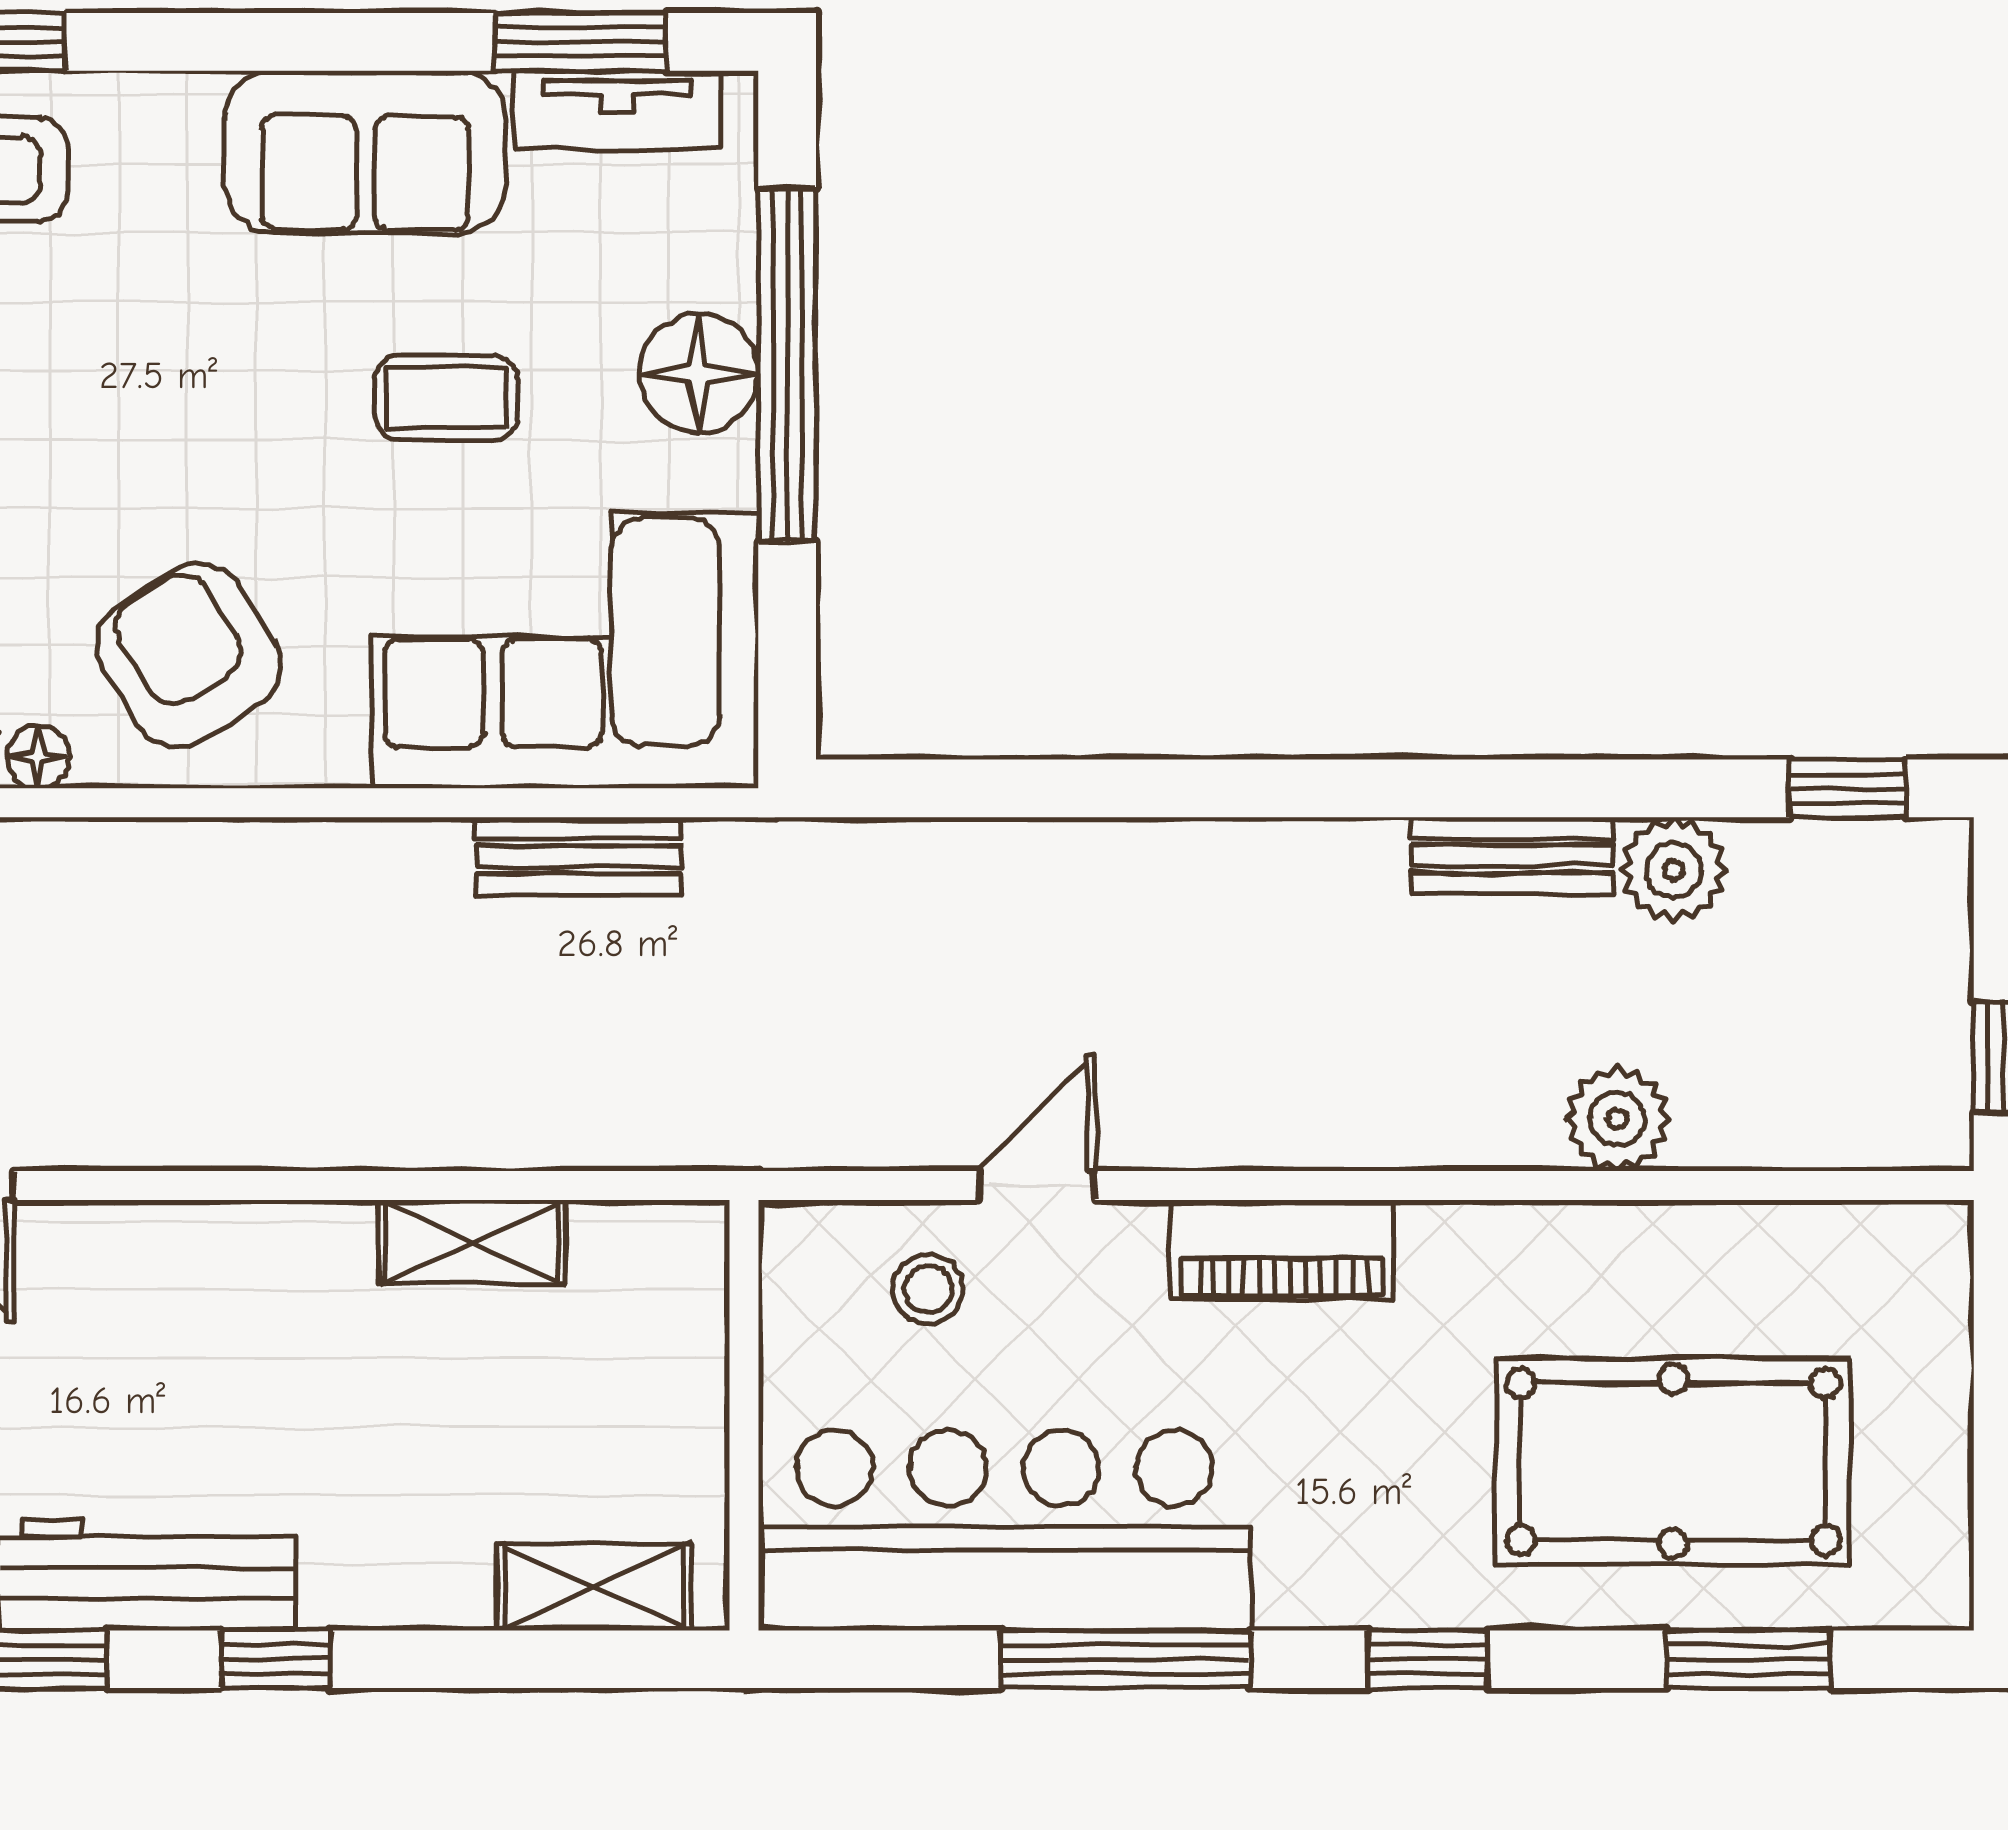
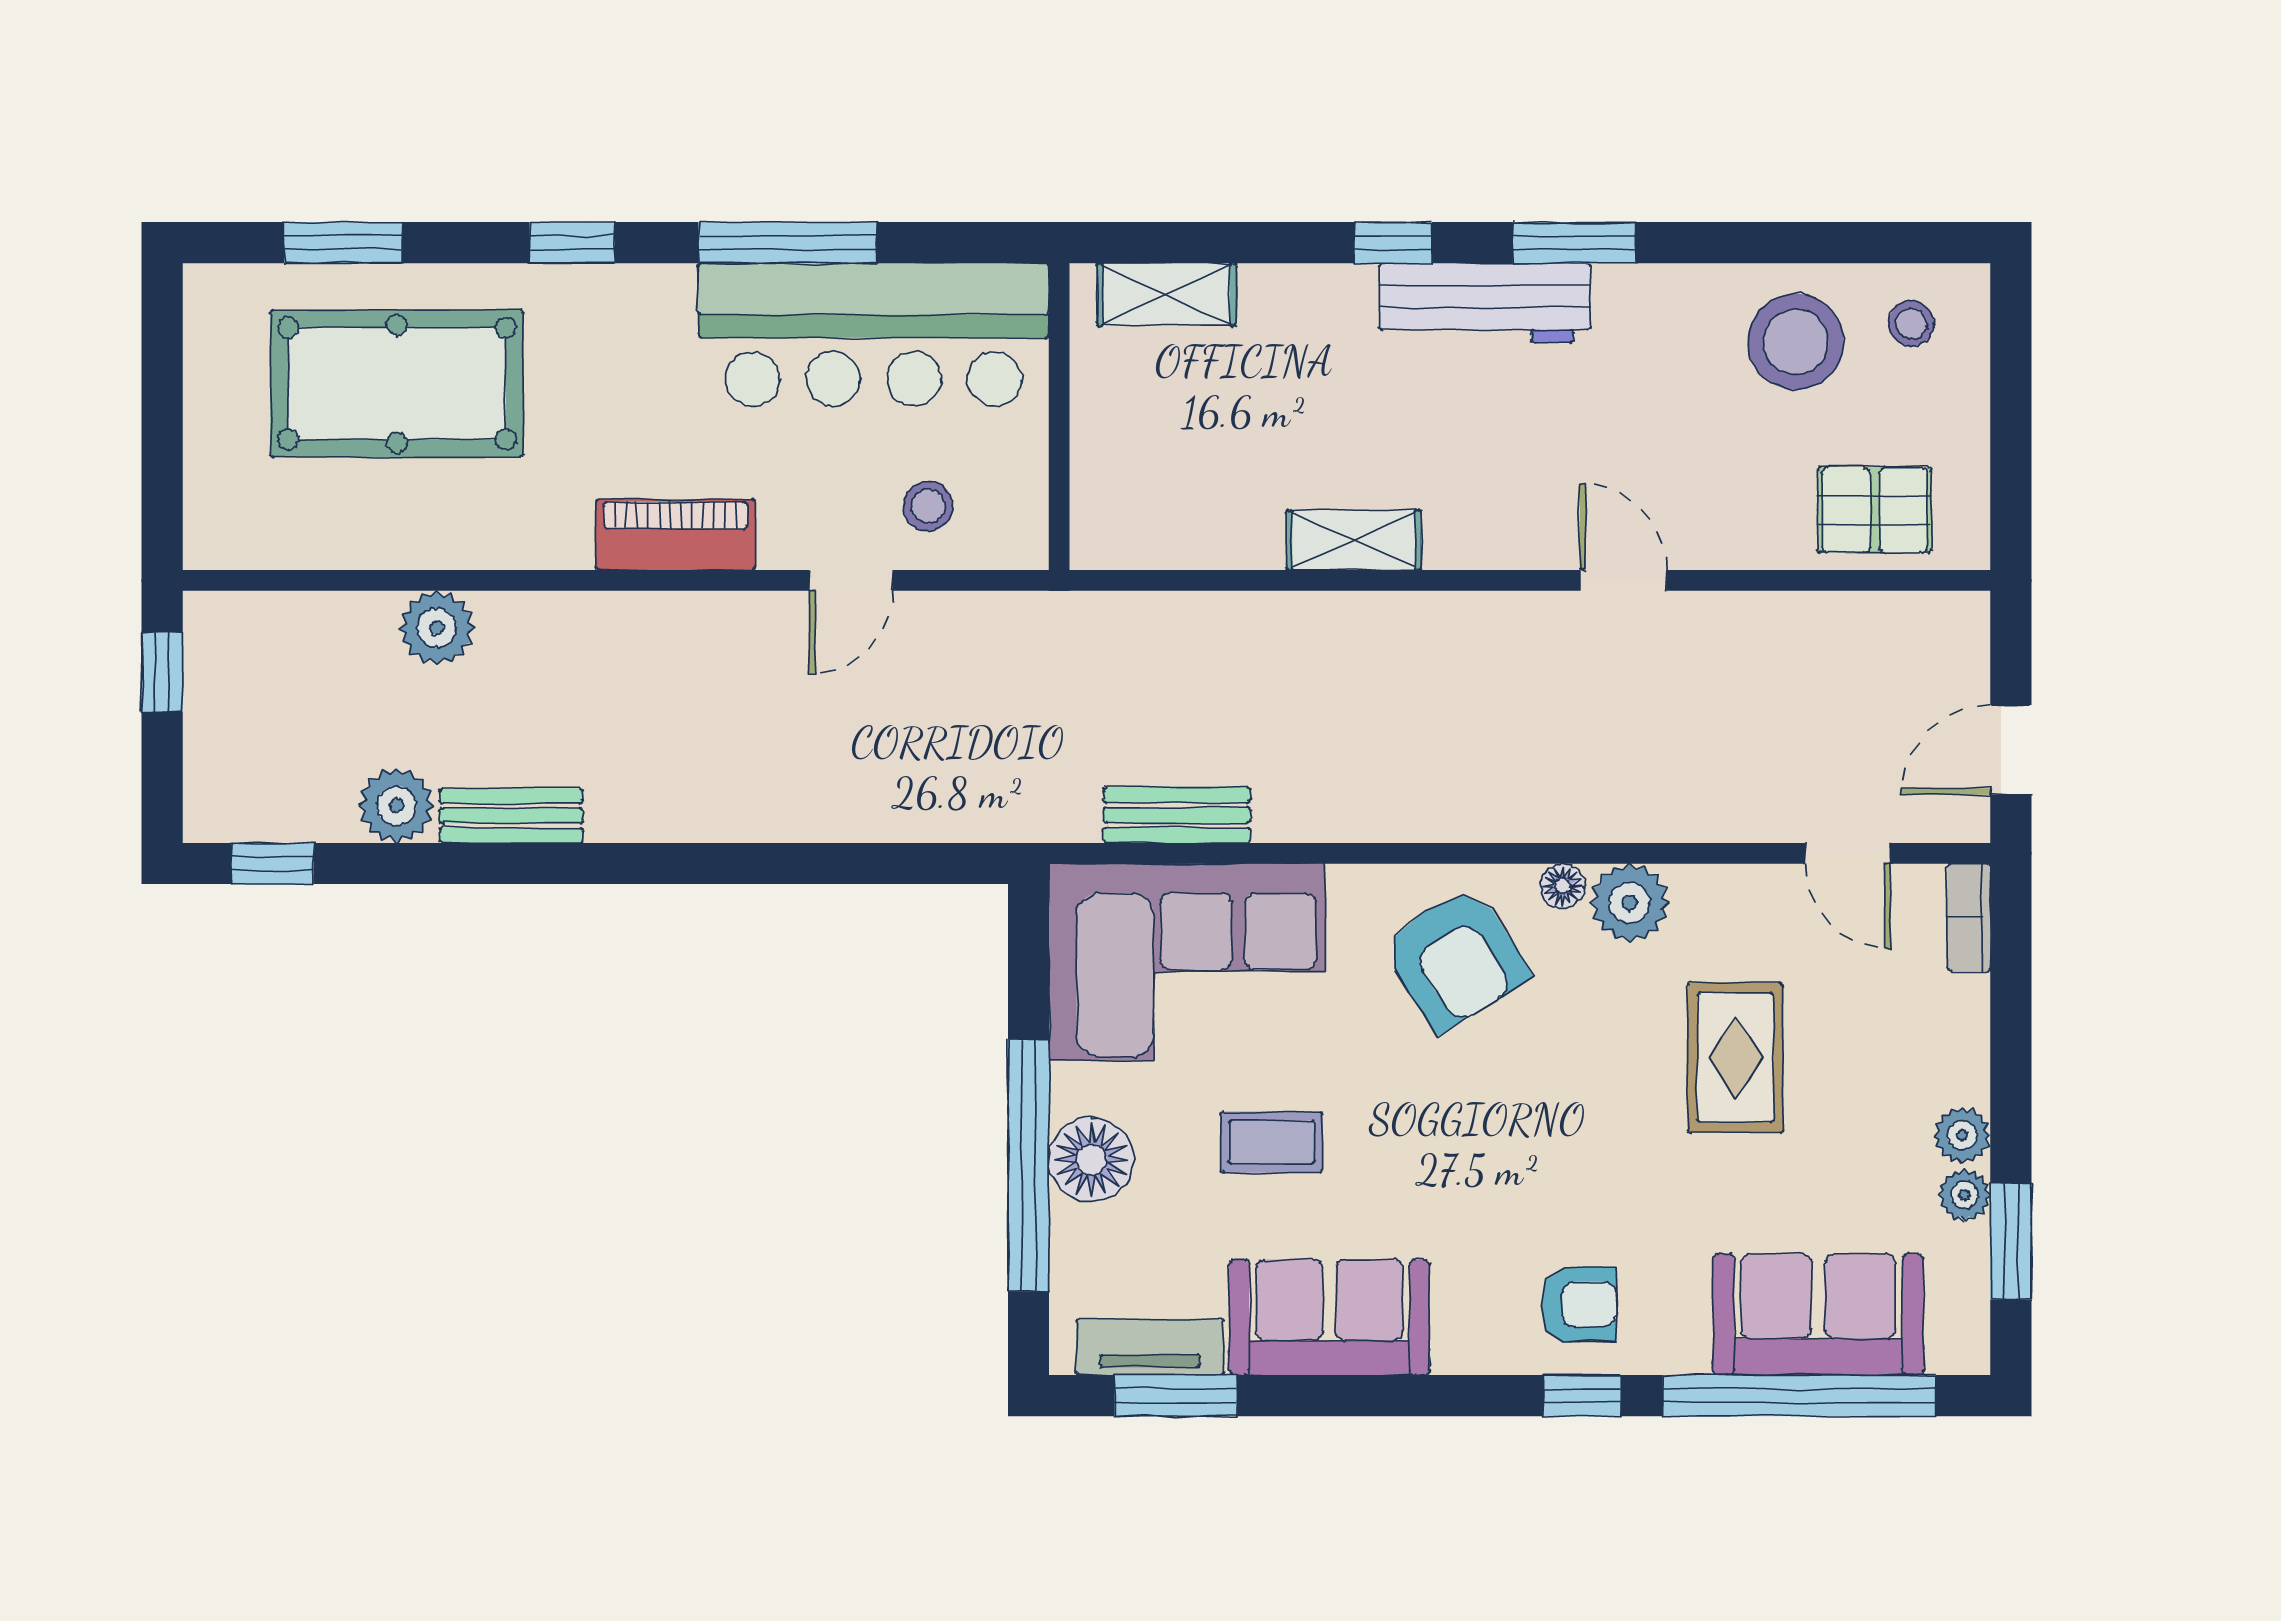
shelving: (472, 1242) -> (1354, 540), moved

